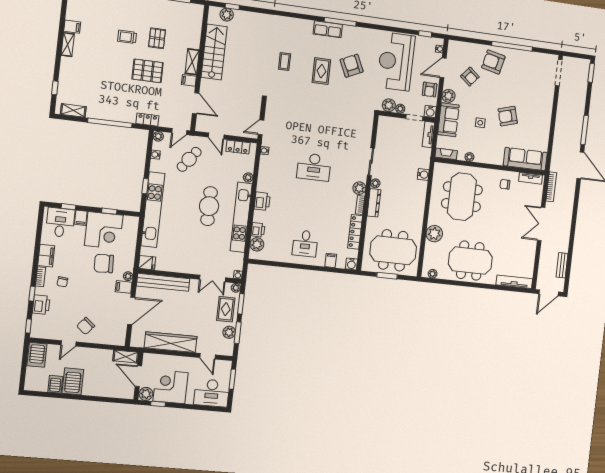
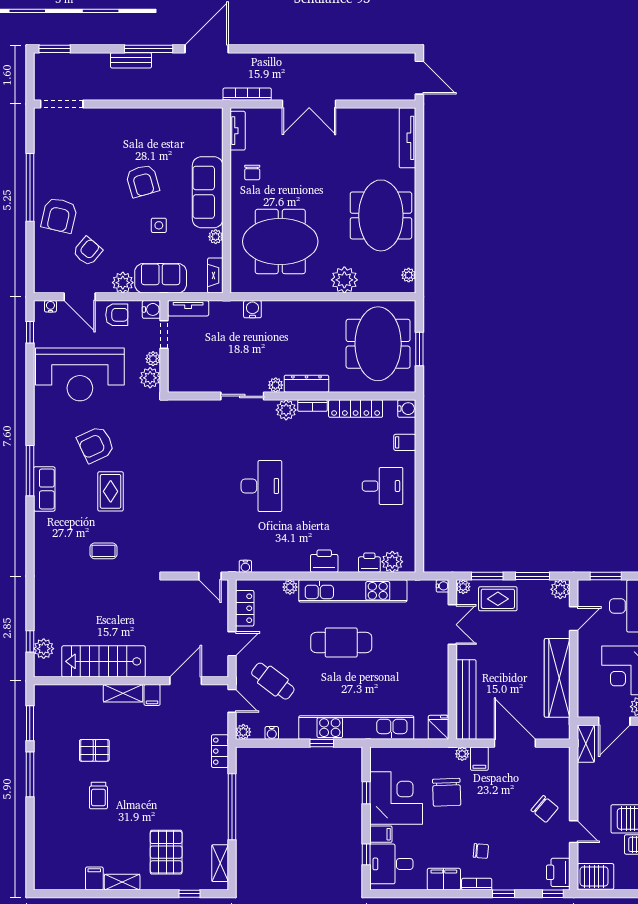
pallet: (148, 71) -> (166, 852), moved
rug: (321, 71) -> (111, 491), turned 90
sofa: (525, 159) -> (208, 192), moved
bench: (562, 265) -> (131, 60), moved
printer: (41, 305) -> (558, 872), moved, turned -90
plant: (229, 332) -> (560, 589), moved

